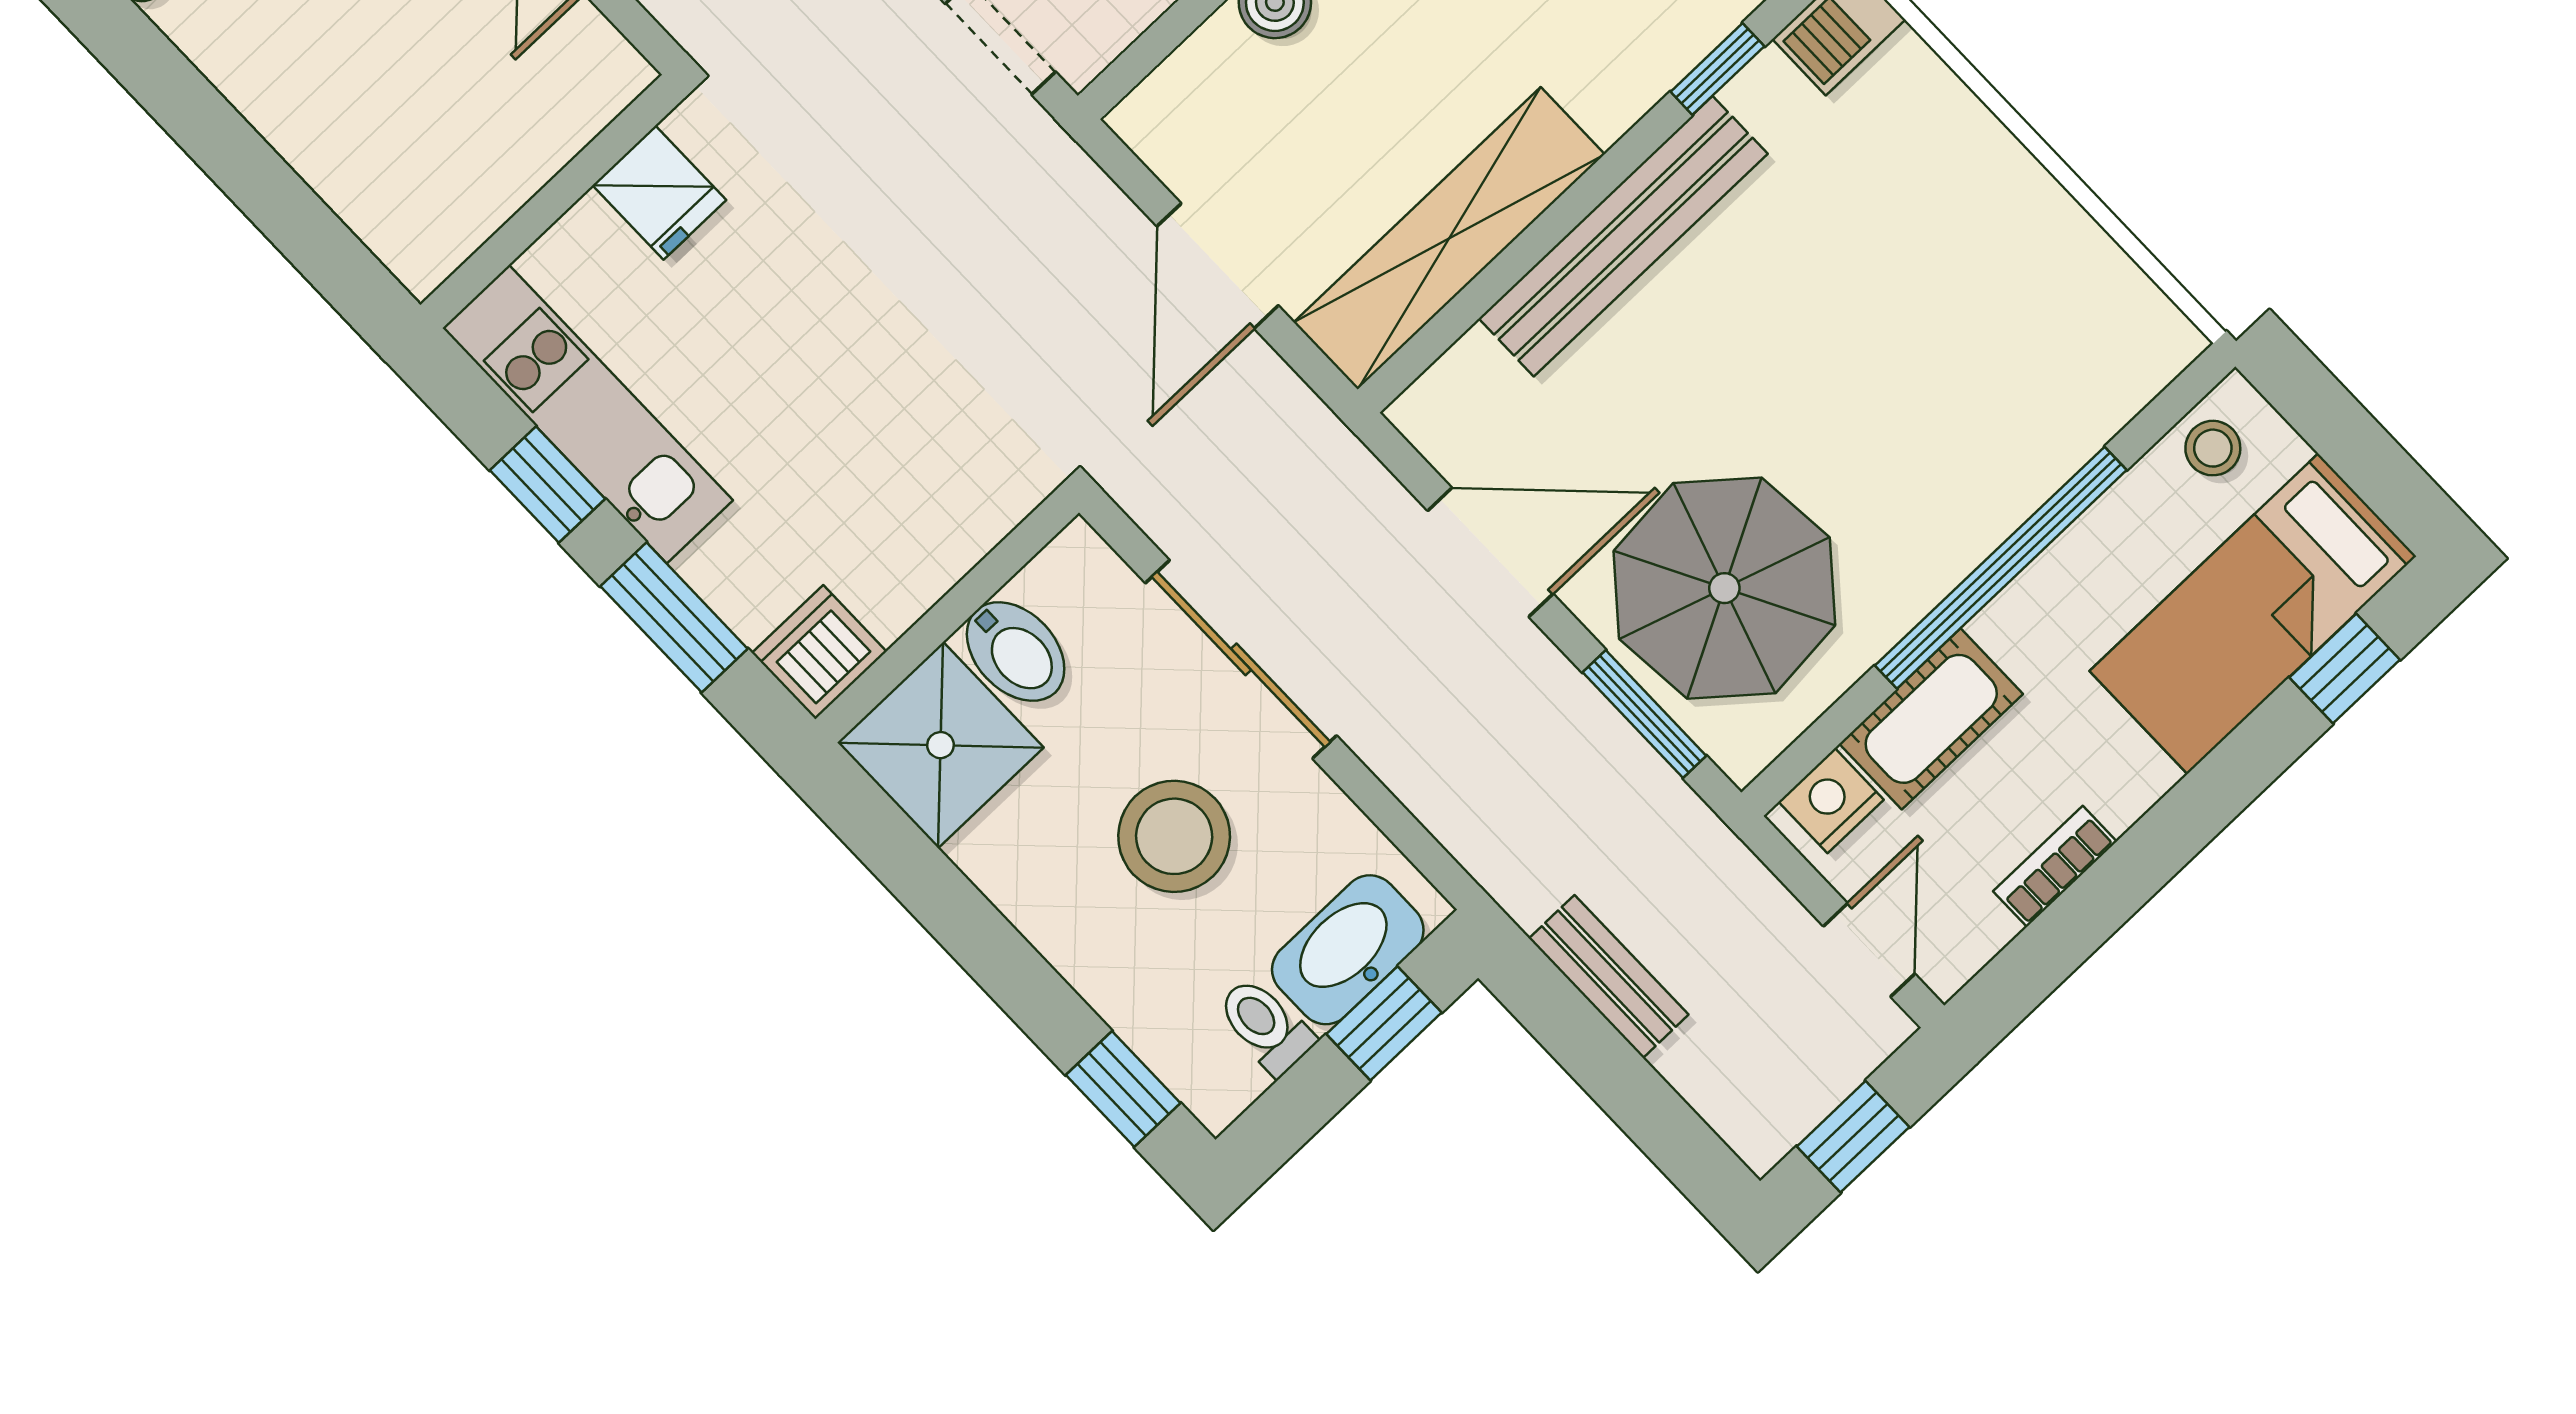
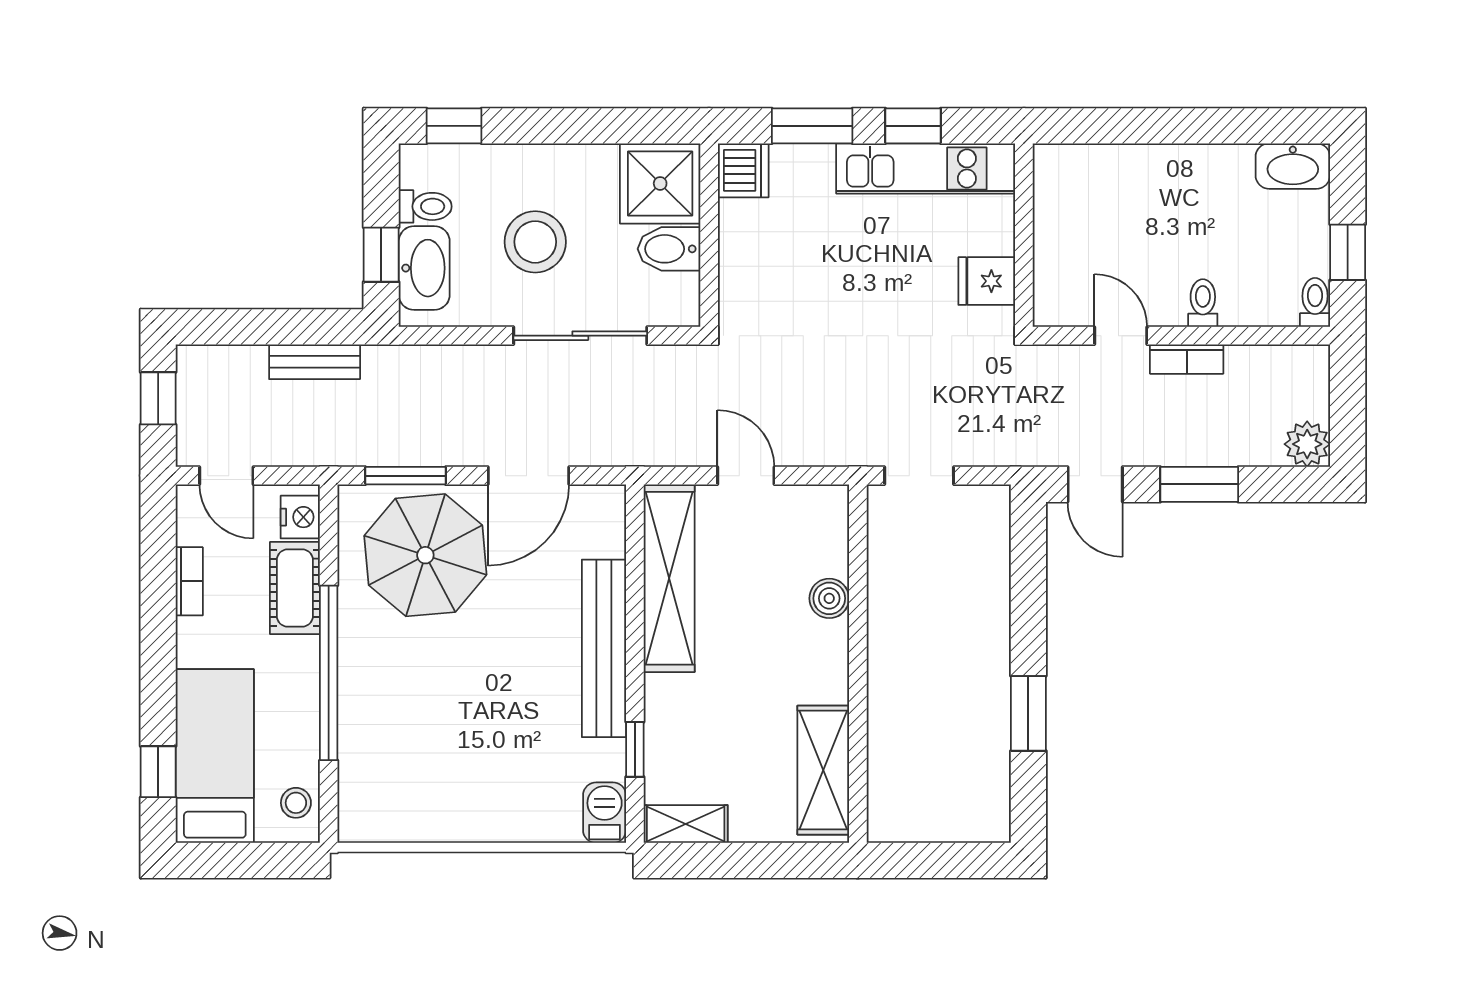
door: (1218, 266) -> (746, 476), width x0.73

